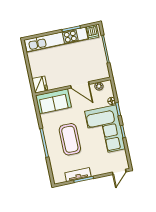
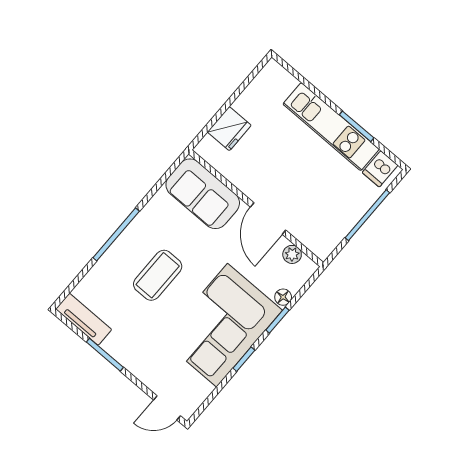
kitchen unit: (56, 40) -> (331, 127), width x0.73
fridge: (40, 85) -> (229, 129), moved
coffee table: (70, 139) -> (158, 275), width x0.73, depth x0.76
tv unit: (78, 175) -> (84, 319), moved

